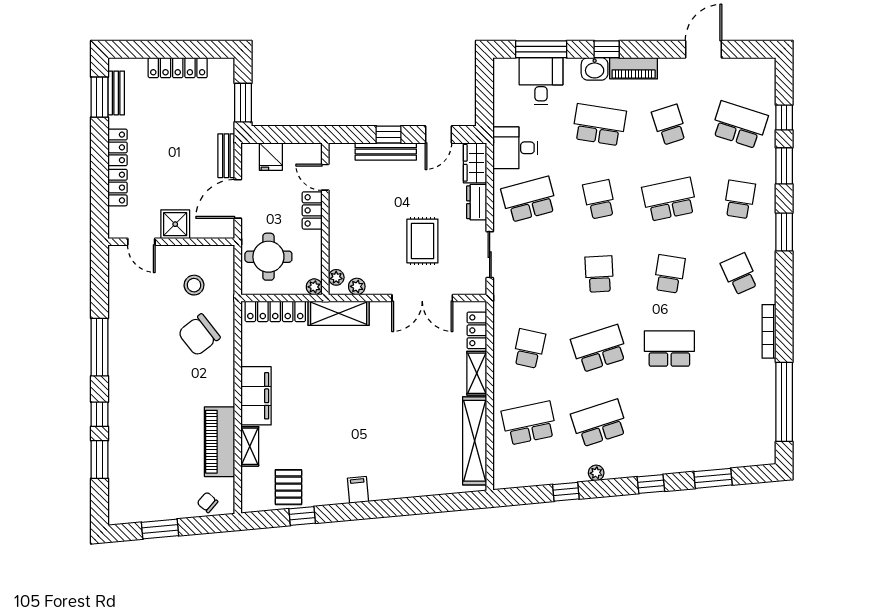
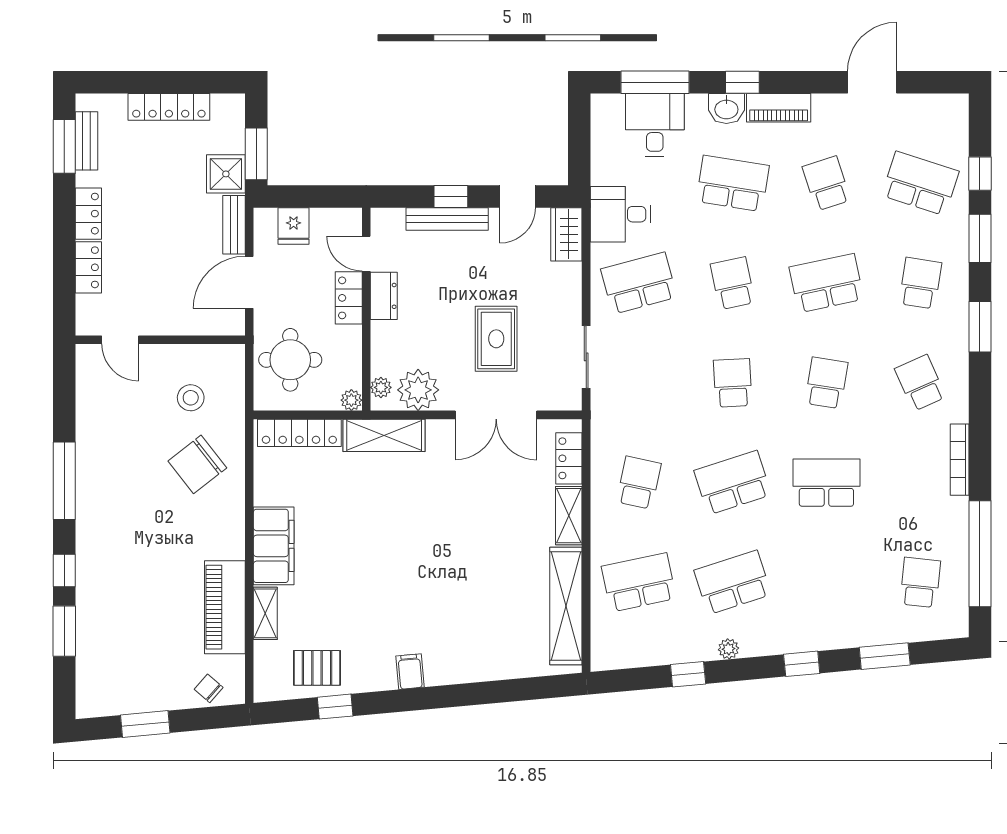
dresser: (477, 202) -> (384, 296), moved, turned 180
shower: (175, 224) -> (226, 174), moved
plant: (357, 286) -> (418, 390), width x1.87, depth x1.87
school desk: (740, 423) -> (920, 582), added
pallet: (288, 487) -> (317, 668), turned 90

